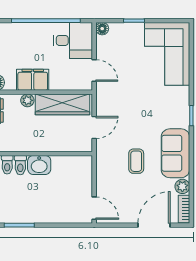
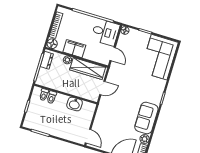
coffee table: (136, 161) -> (121, 116), removed
washbasin: (39, 165) -> (75, 104), moved

